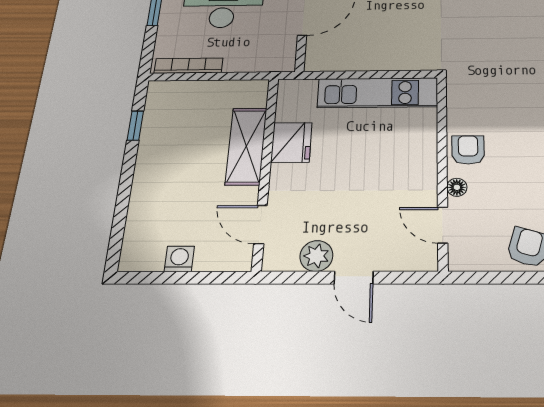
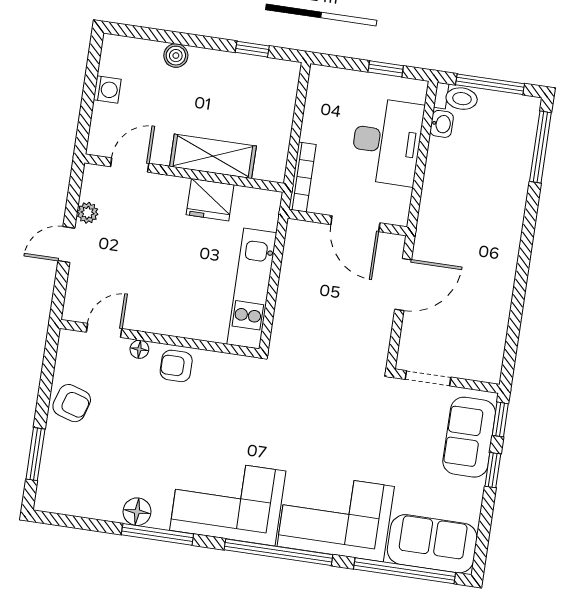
bookcase: (189, 66) -> (302, 177), moved
armchair: (468, 150) -> (176, 366), turned 180
boiler: (142, 195) -> (176, 56), added
plant: (316, 256) -> (88, 213), width x0.73, depth x0.73

